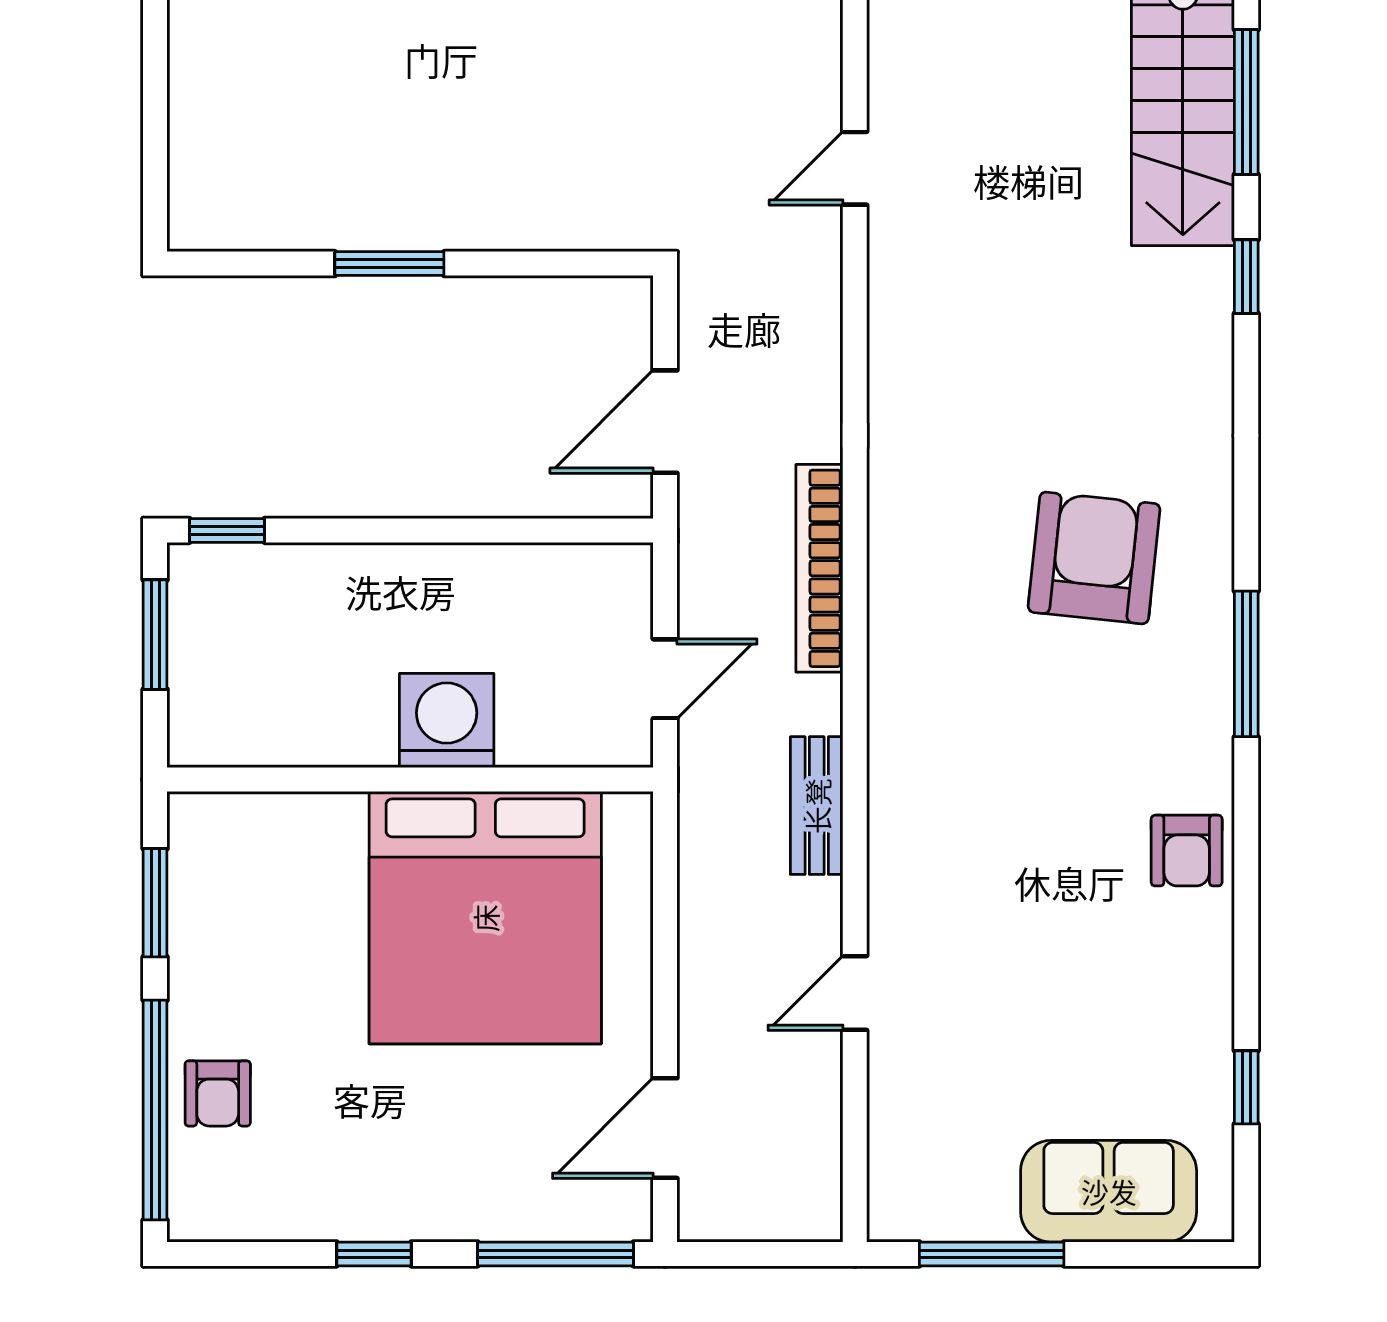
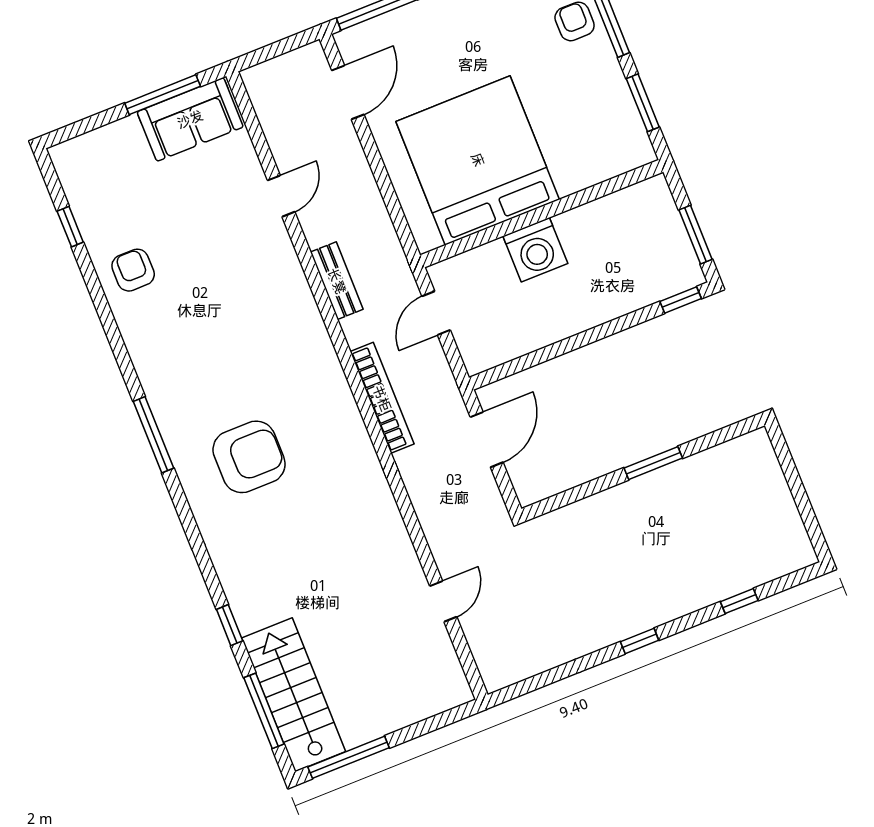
armchair: (1094, 558) -> (249, 457), turned -96
armchair: (1187, 851) -> (133, 270), moved
sofa: (1109, 1191) -> (190, 119), moved

